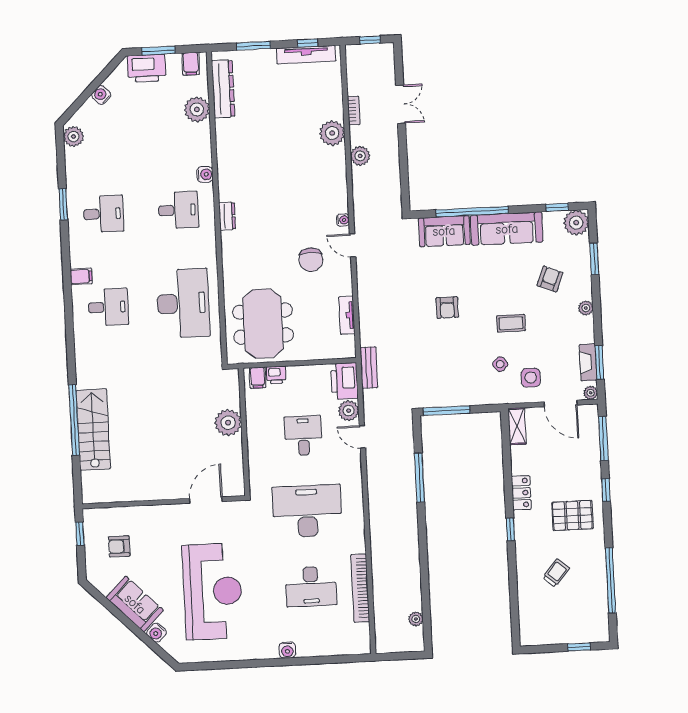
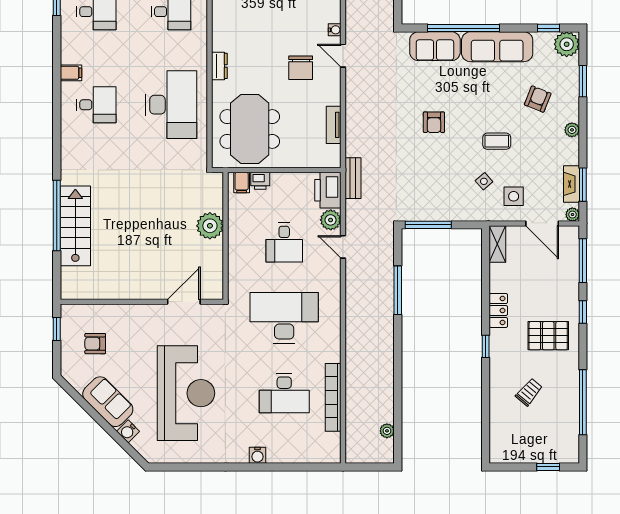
dresser: (227, 216) -> (219, 66), moved
desk: (303, 435) -> (284, 242), turned 180

